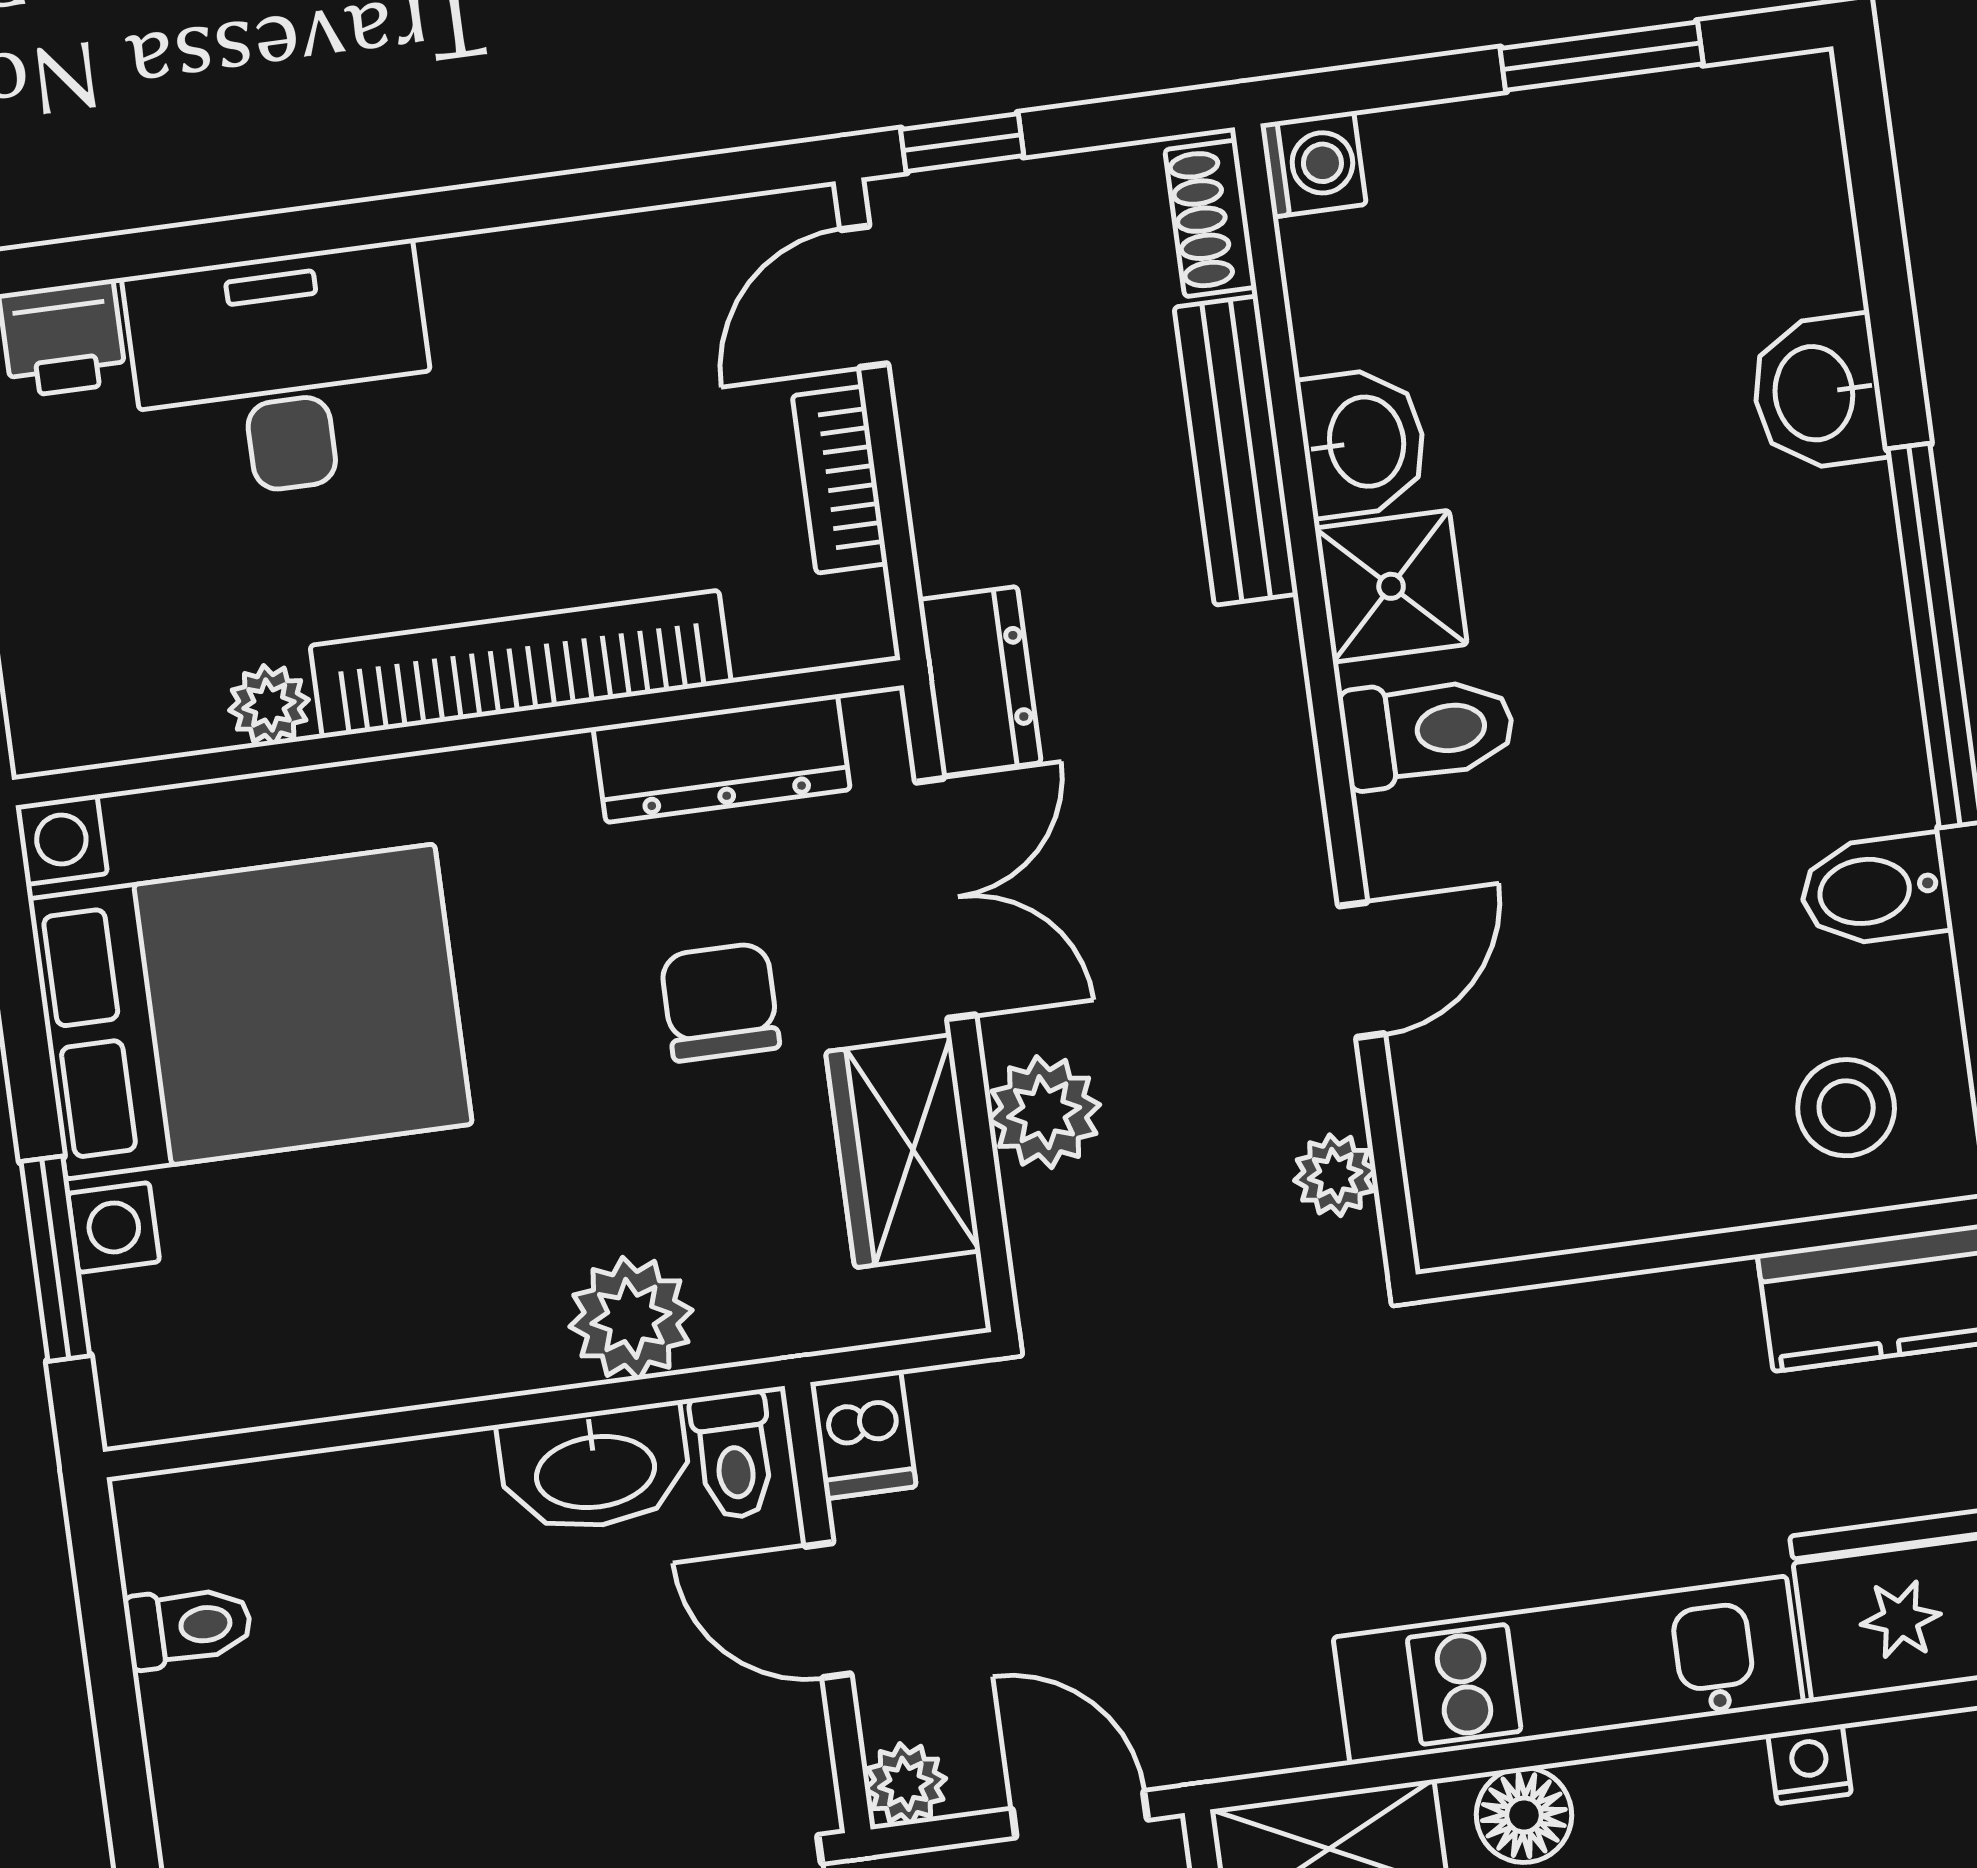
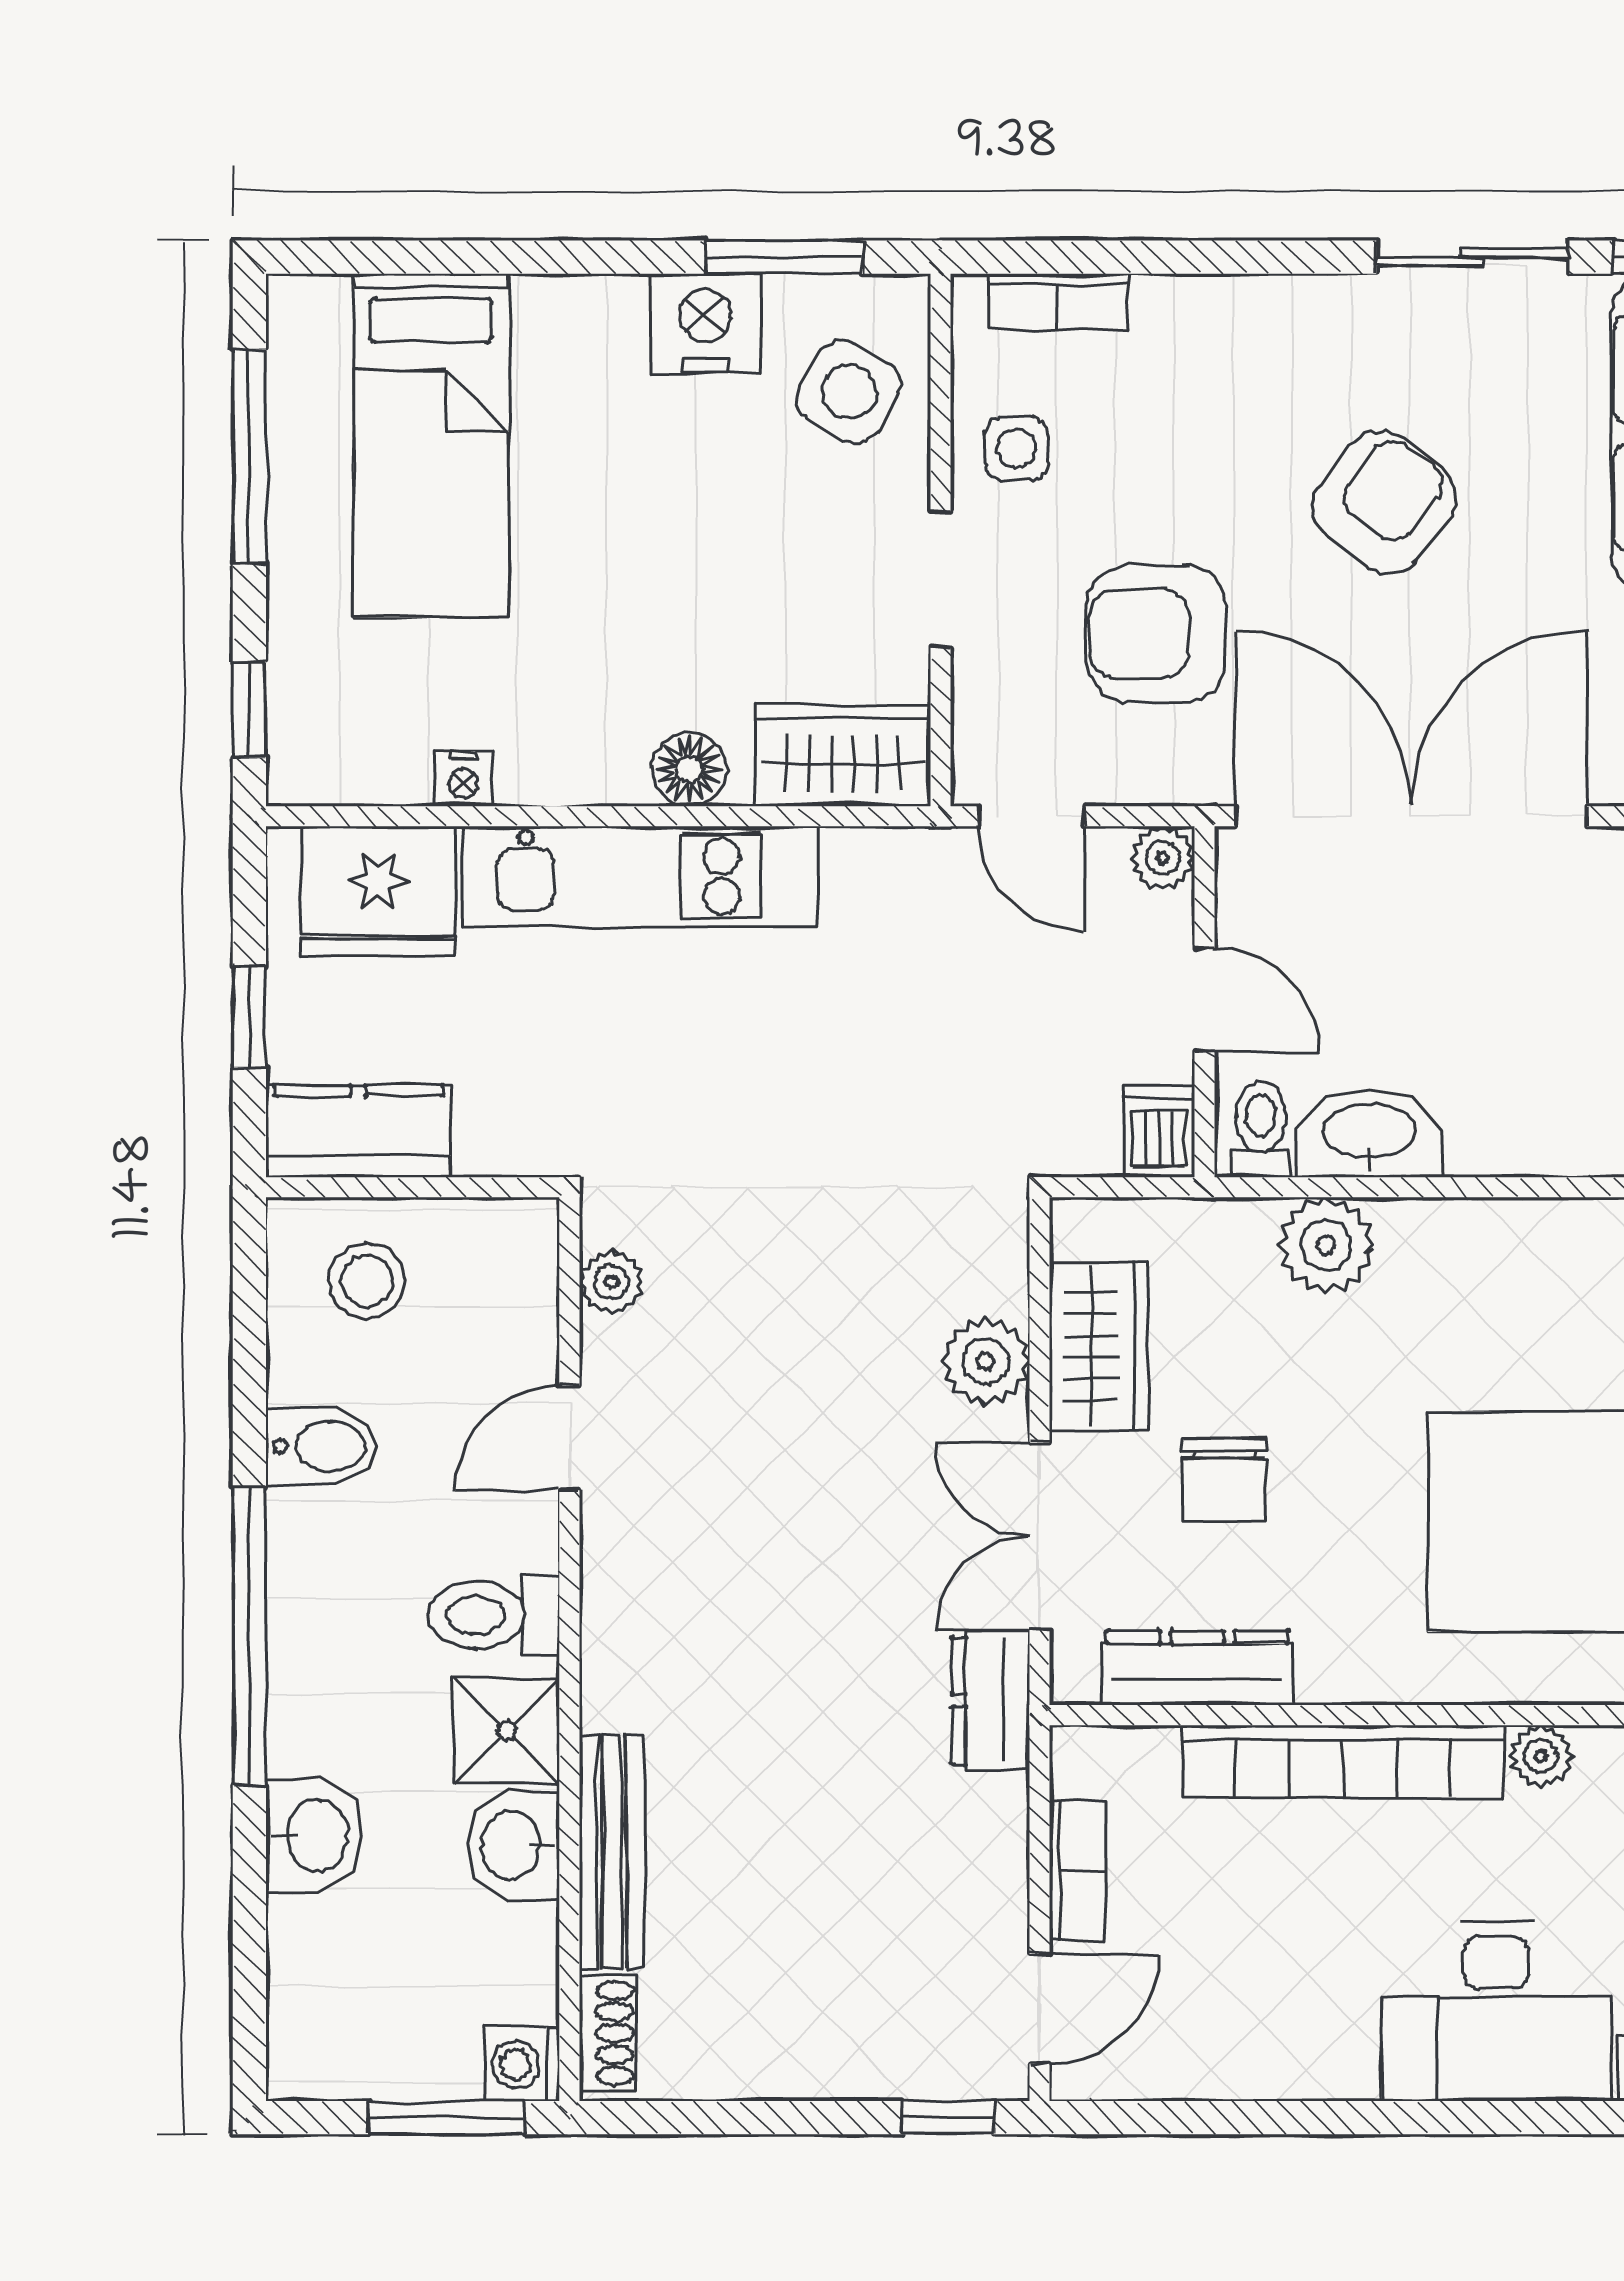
washing machine: (1313, 164) -> (523, 2064), moved
shoe rack: (1211, 218) -> (607, 2033), moved
washbasin: (1363, 442) -> (513, 1845), moved
bench: (1236, 451) -> (612, 1851), moved
shower: (1391, 586) -> (507, 1731), moved
wall: (1325, 701) -> (569, 1649), moved
toilet: (1427, 731) -> (494, 1615), moved
door: (1362, 970) -> (569, 1438), moved
plant: (1335, 1175) -> (611, 1282), moved

